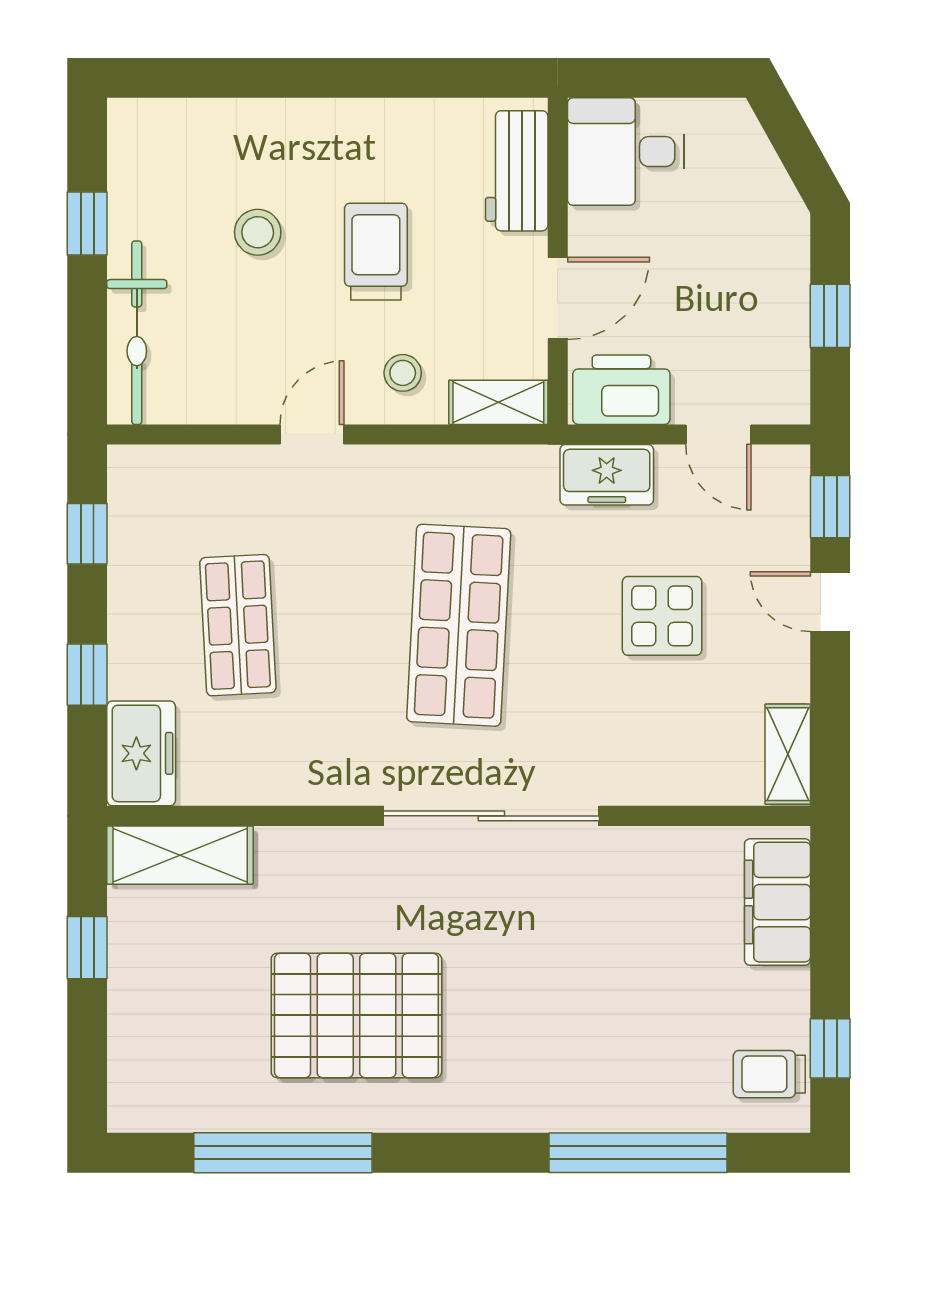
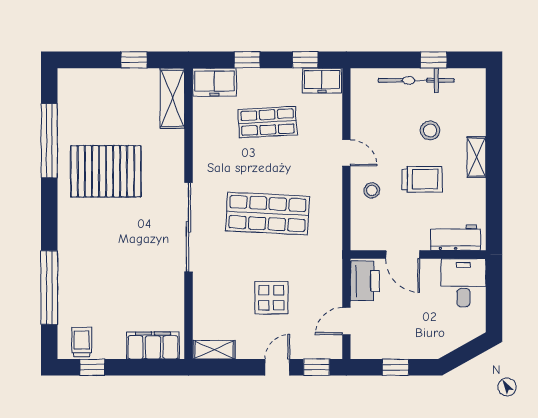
bicycle: (137, 333) -> (416, 80), moved
shelving: (498, 402) -> (477, 157), moved
freezer: (607, 475) -> (322, 81), moved, turned -90
pallet: (356, 1015) -> (106, 171), turned 90

